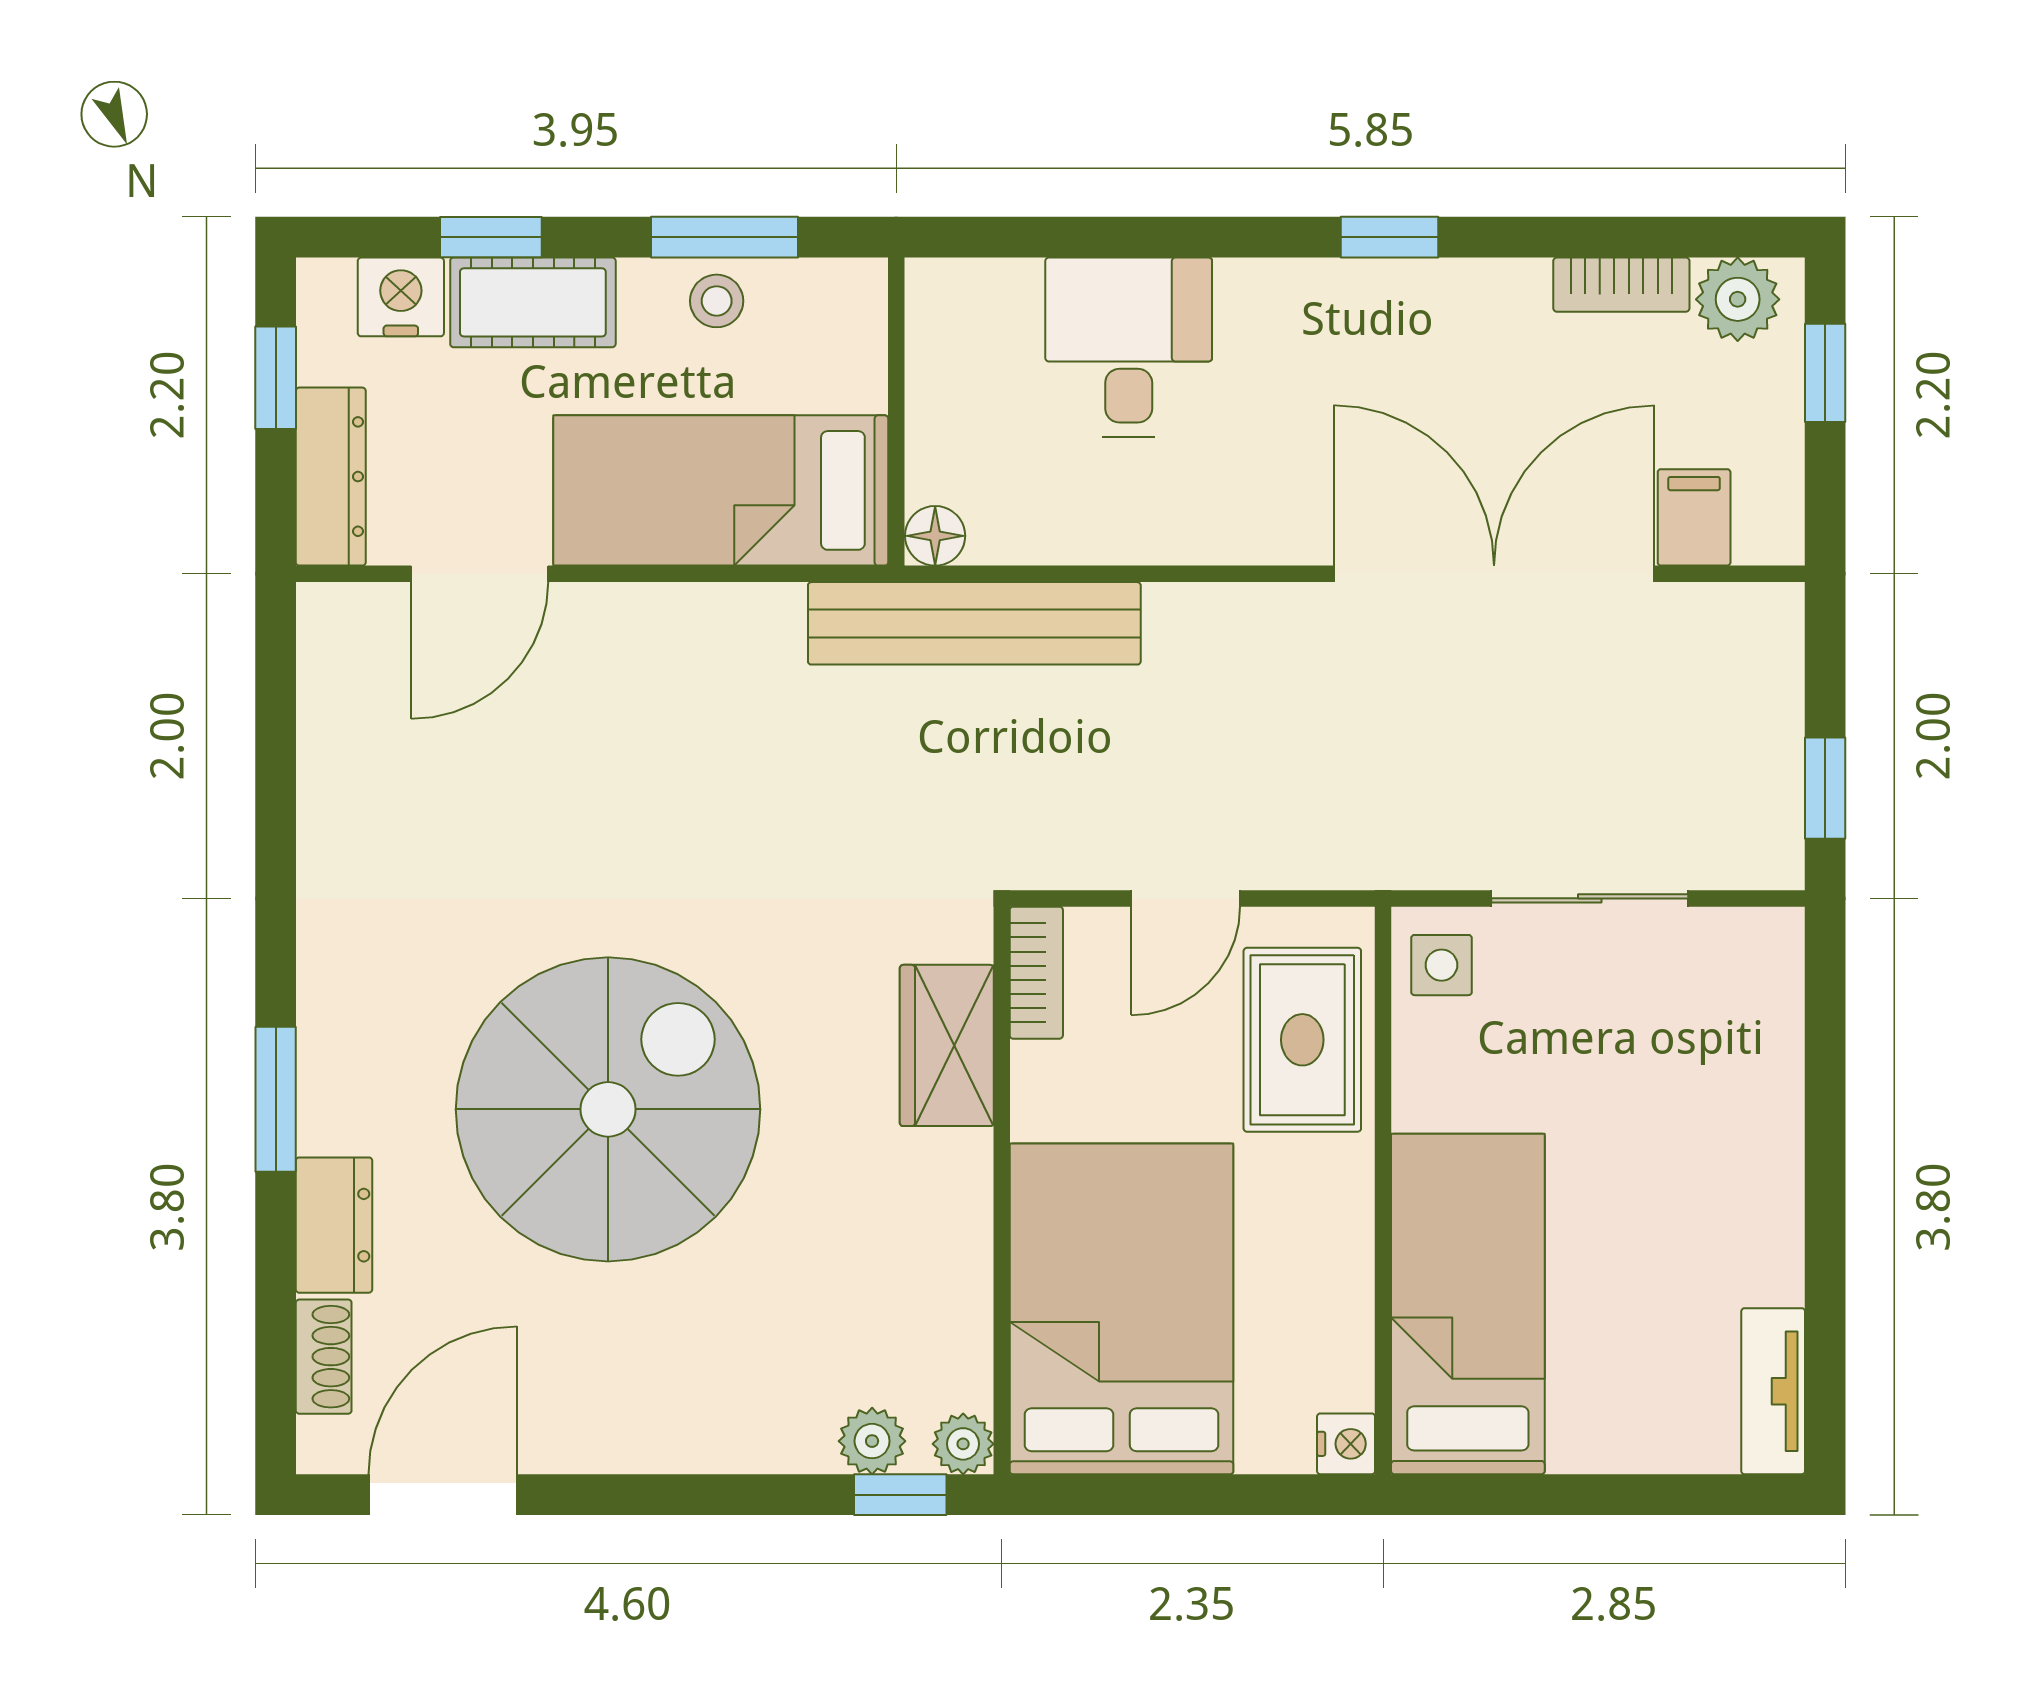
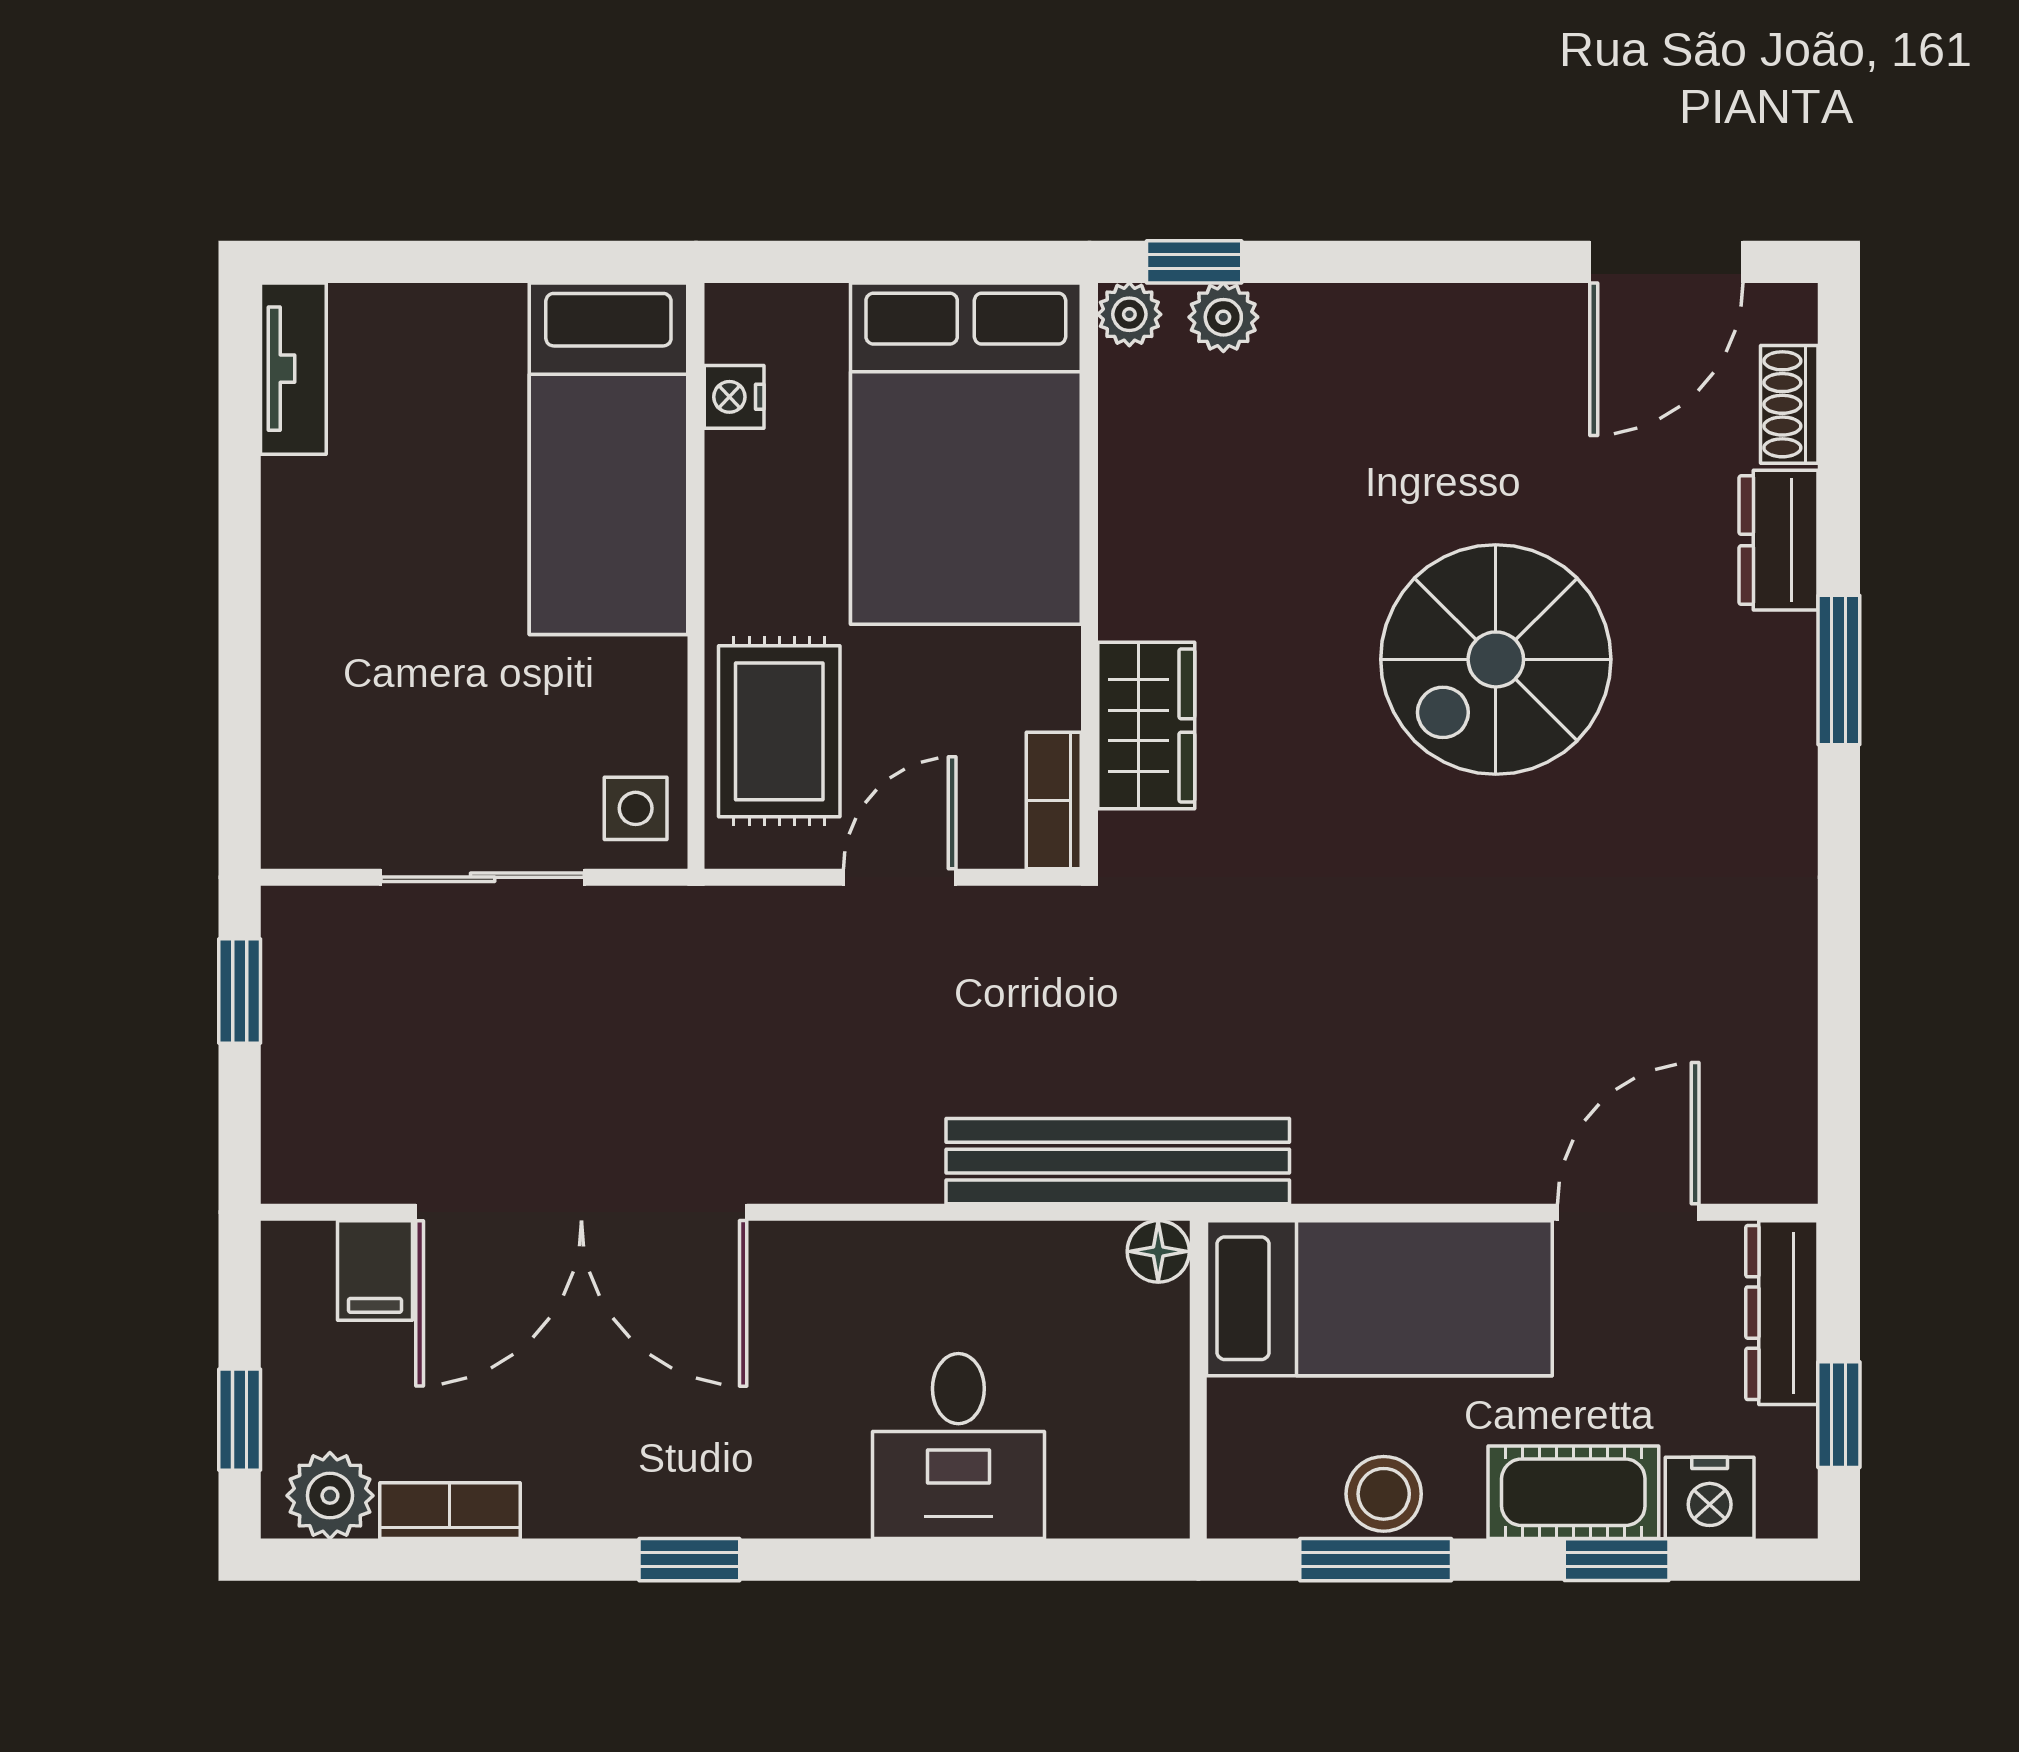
stool: (717, 301) -> (1384, 1494), width x1.37, depth x1.37
spiral stairs: (608, 1109) -> (1496, 659), width x0.73, depth x0.73
nightstand: (1346, 1444) -> (734, 397), moved

